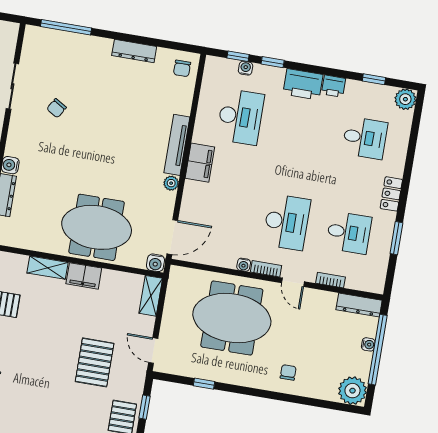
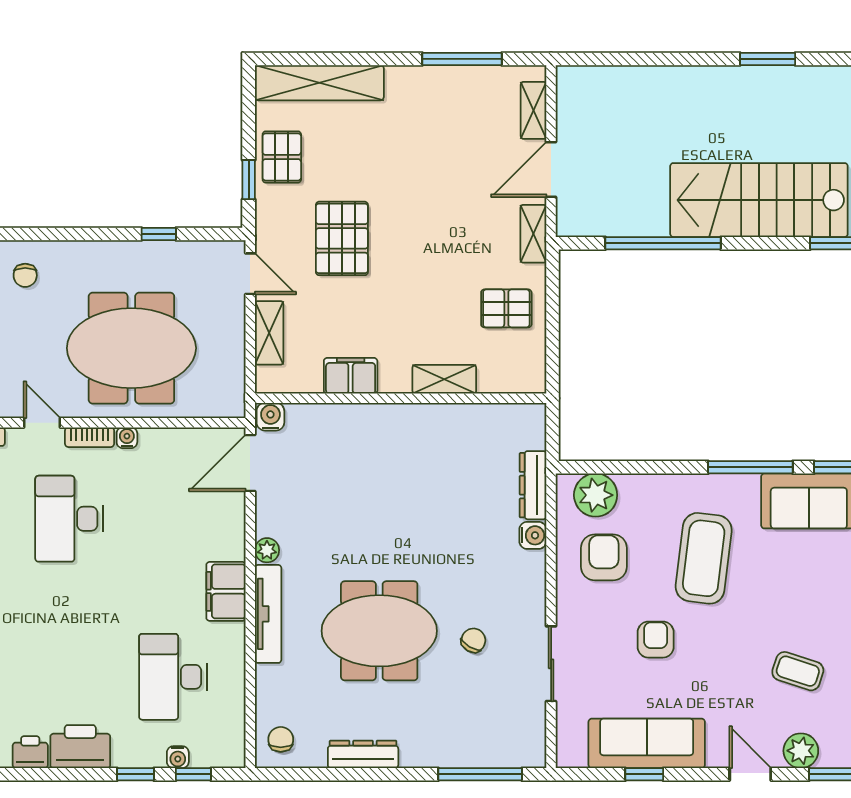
meeting table: (97, 227) -> (379, 631), moved
filing cabinet: (84, 276) -> (351, 376), moved
shelving: (151, 296) -> (269, 333), moved

